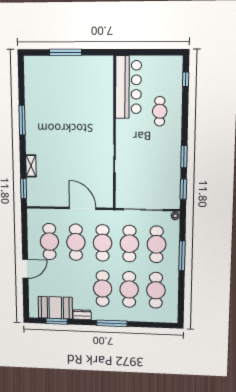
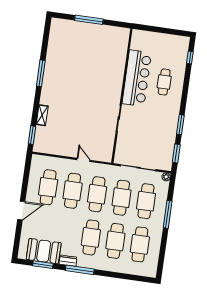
bar counter: (128, 87) -> (137, 78), moved
door: (83, 208) -> (83, 160), width x0.53
window: (112, 323) -> (80, 270), moved

